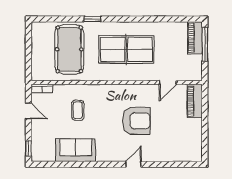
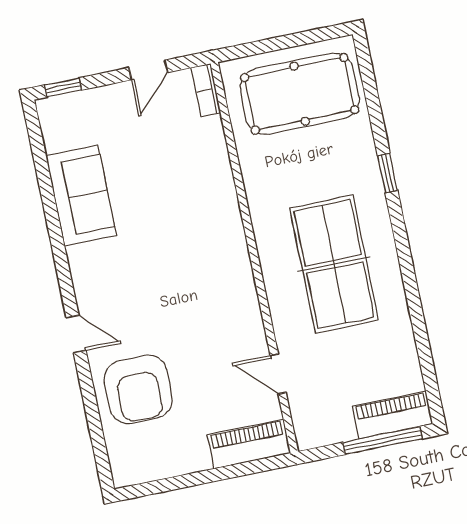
pool table: (69, 49) -> (300, 94), moved
coffee table: (78, 110) -> (173, 182), removed
armchair: (136, 121) -> (138, 389), moved

